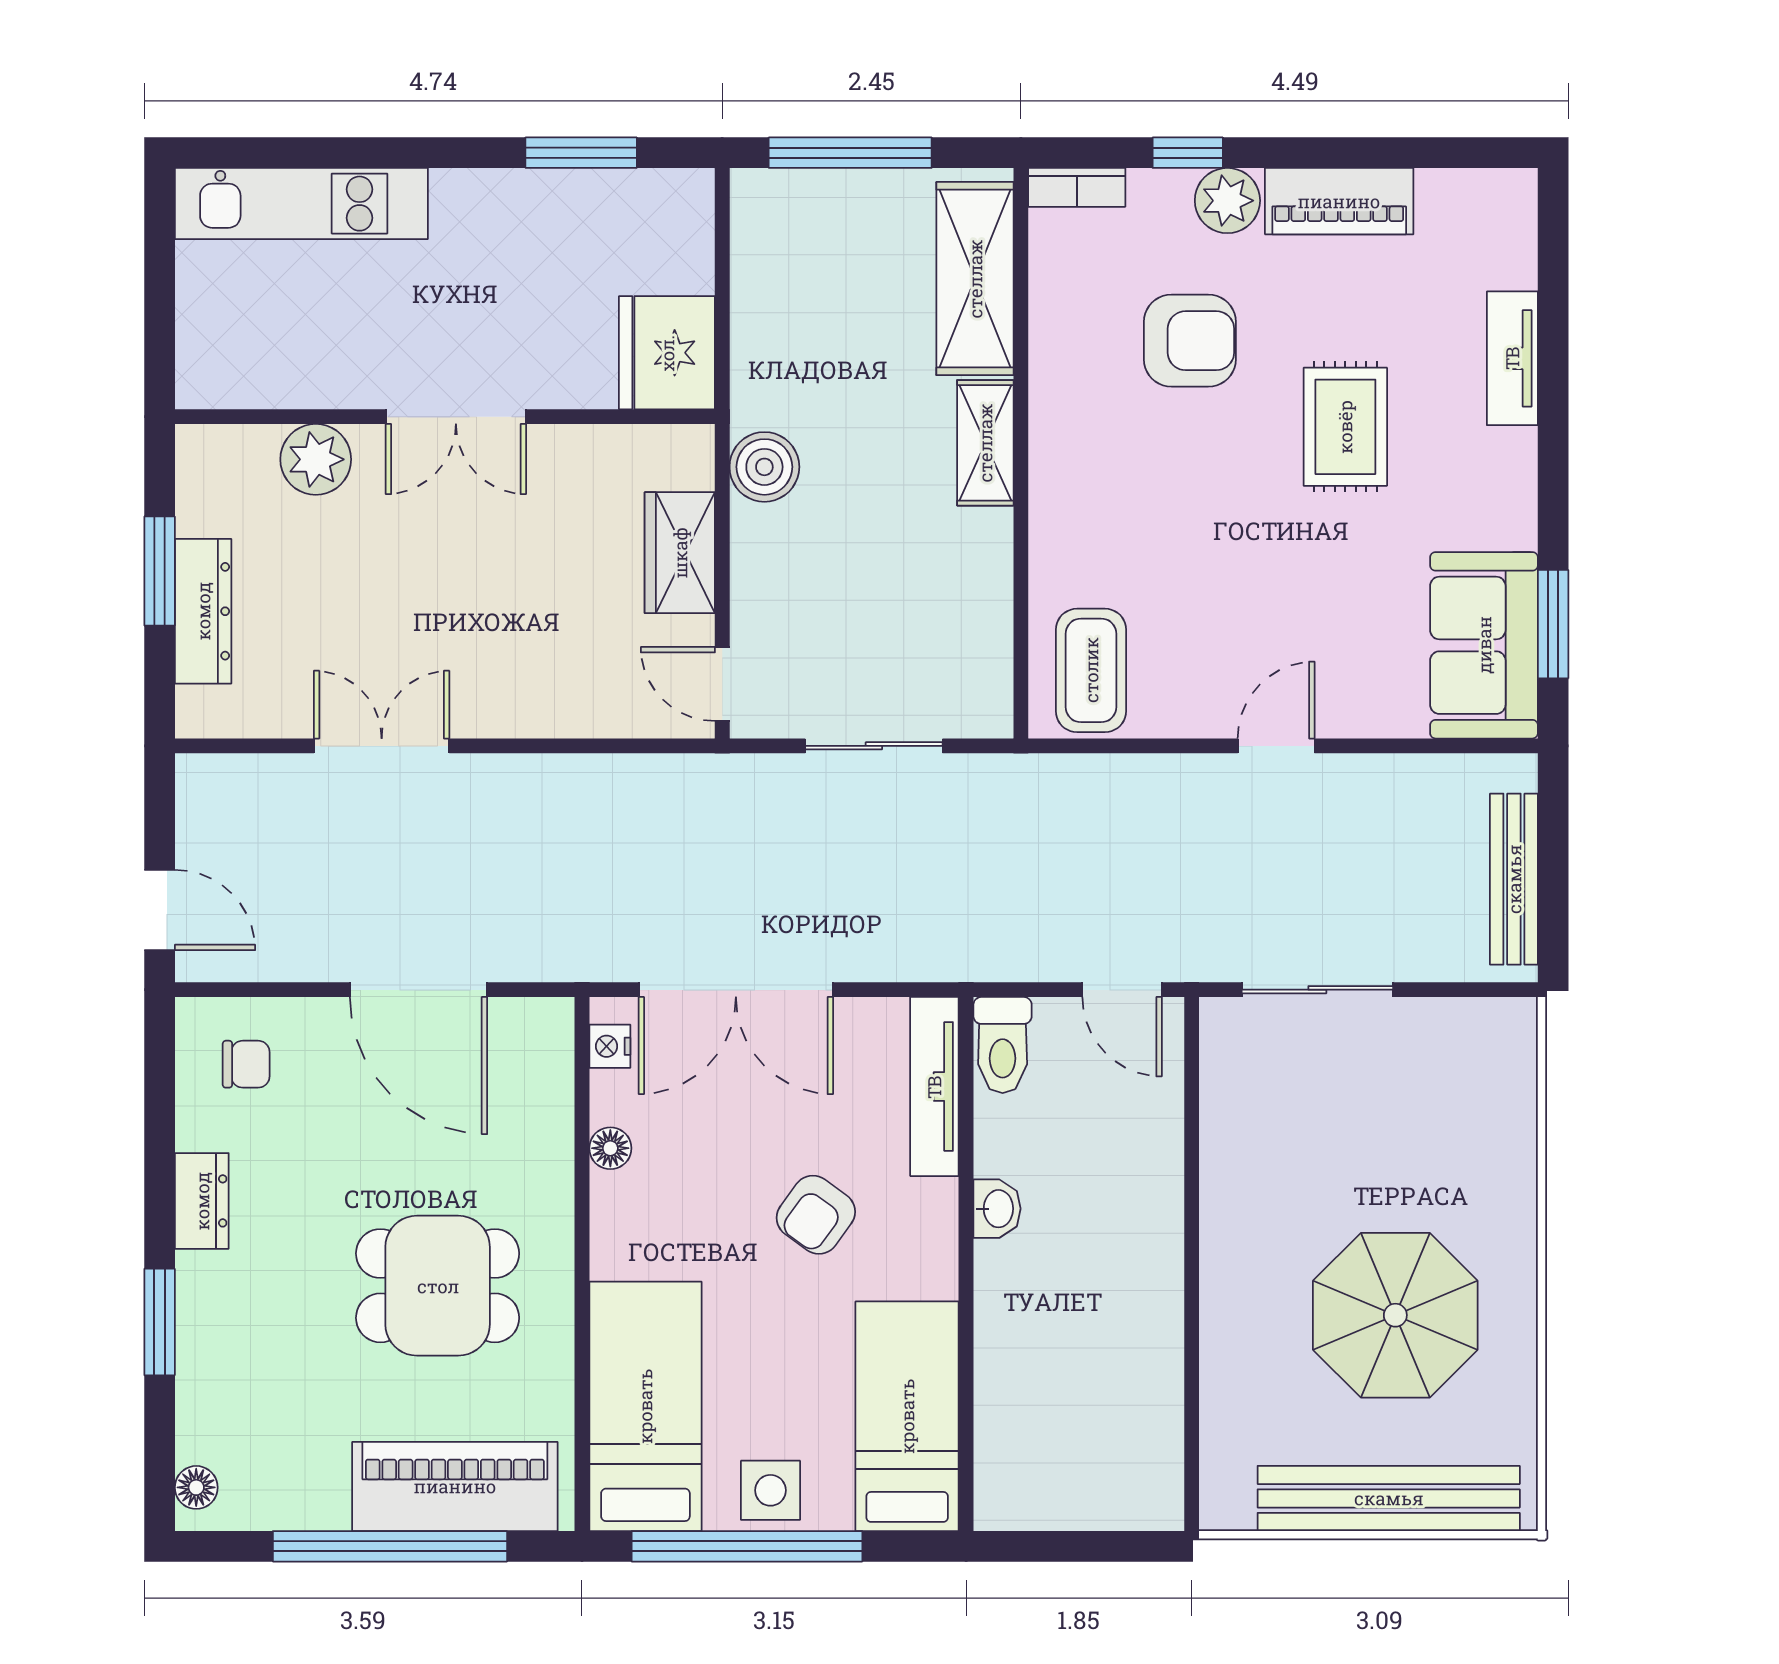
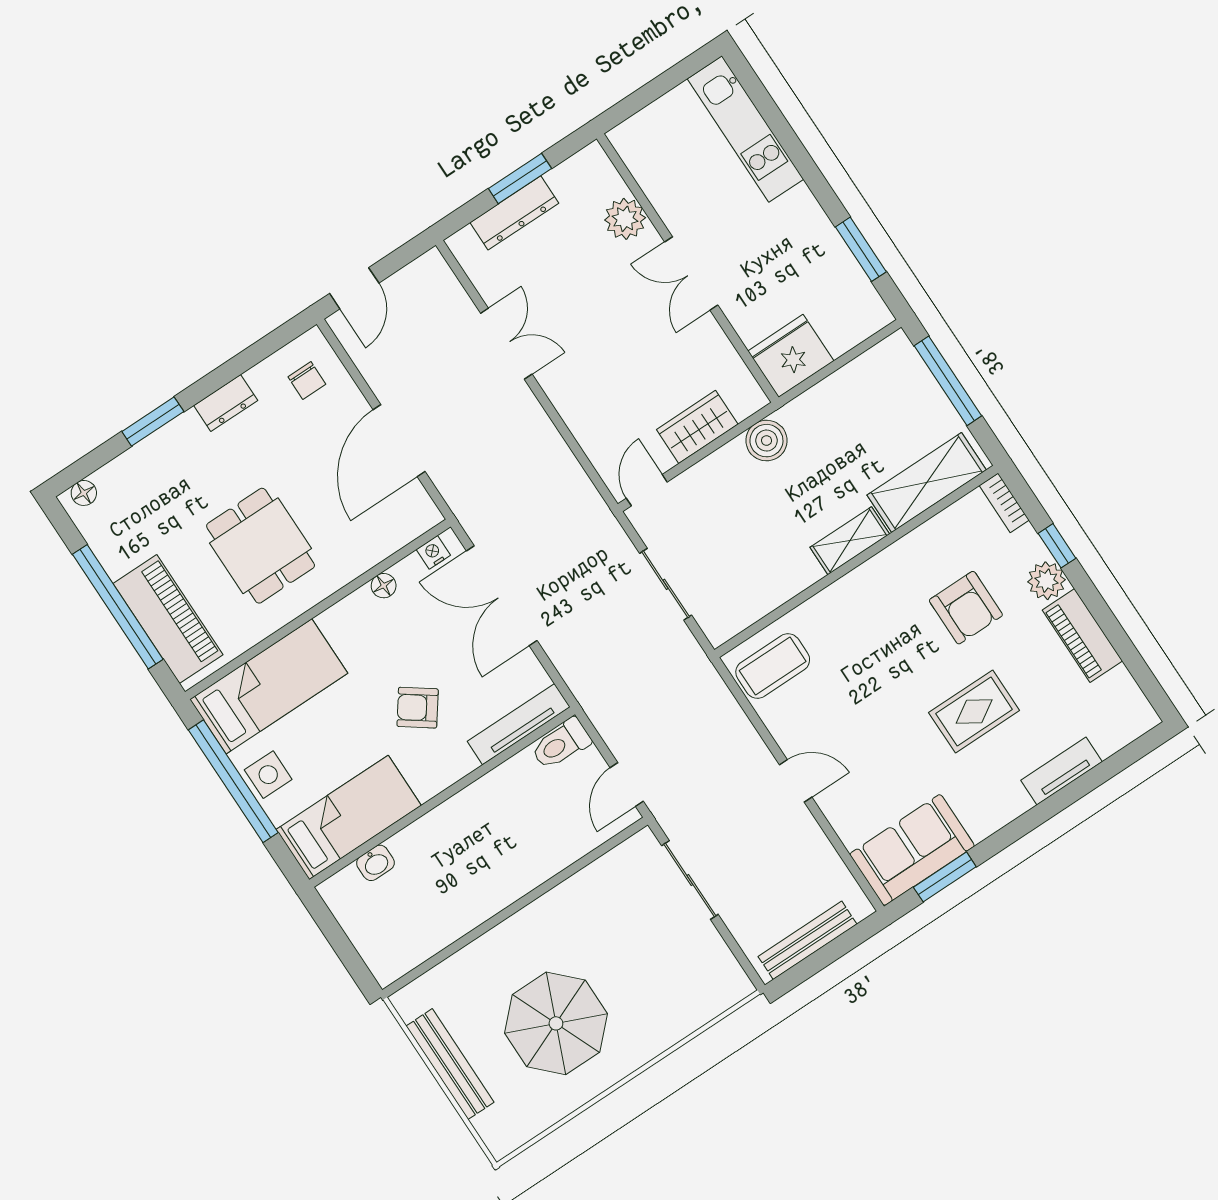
washbasin: (997, 1209) -> (375, 863), moved
bench: (1389, 1498) -> (450, 1064), width x0.73, depth x0.82

